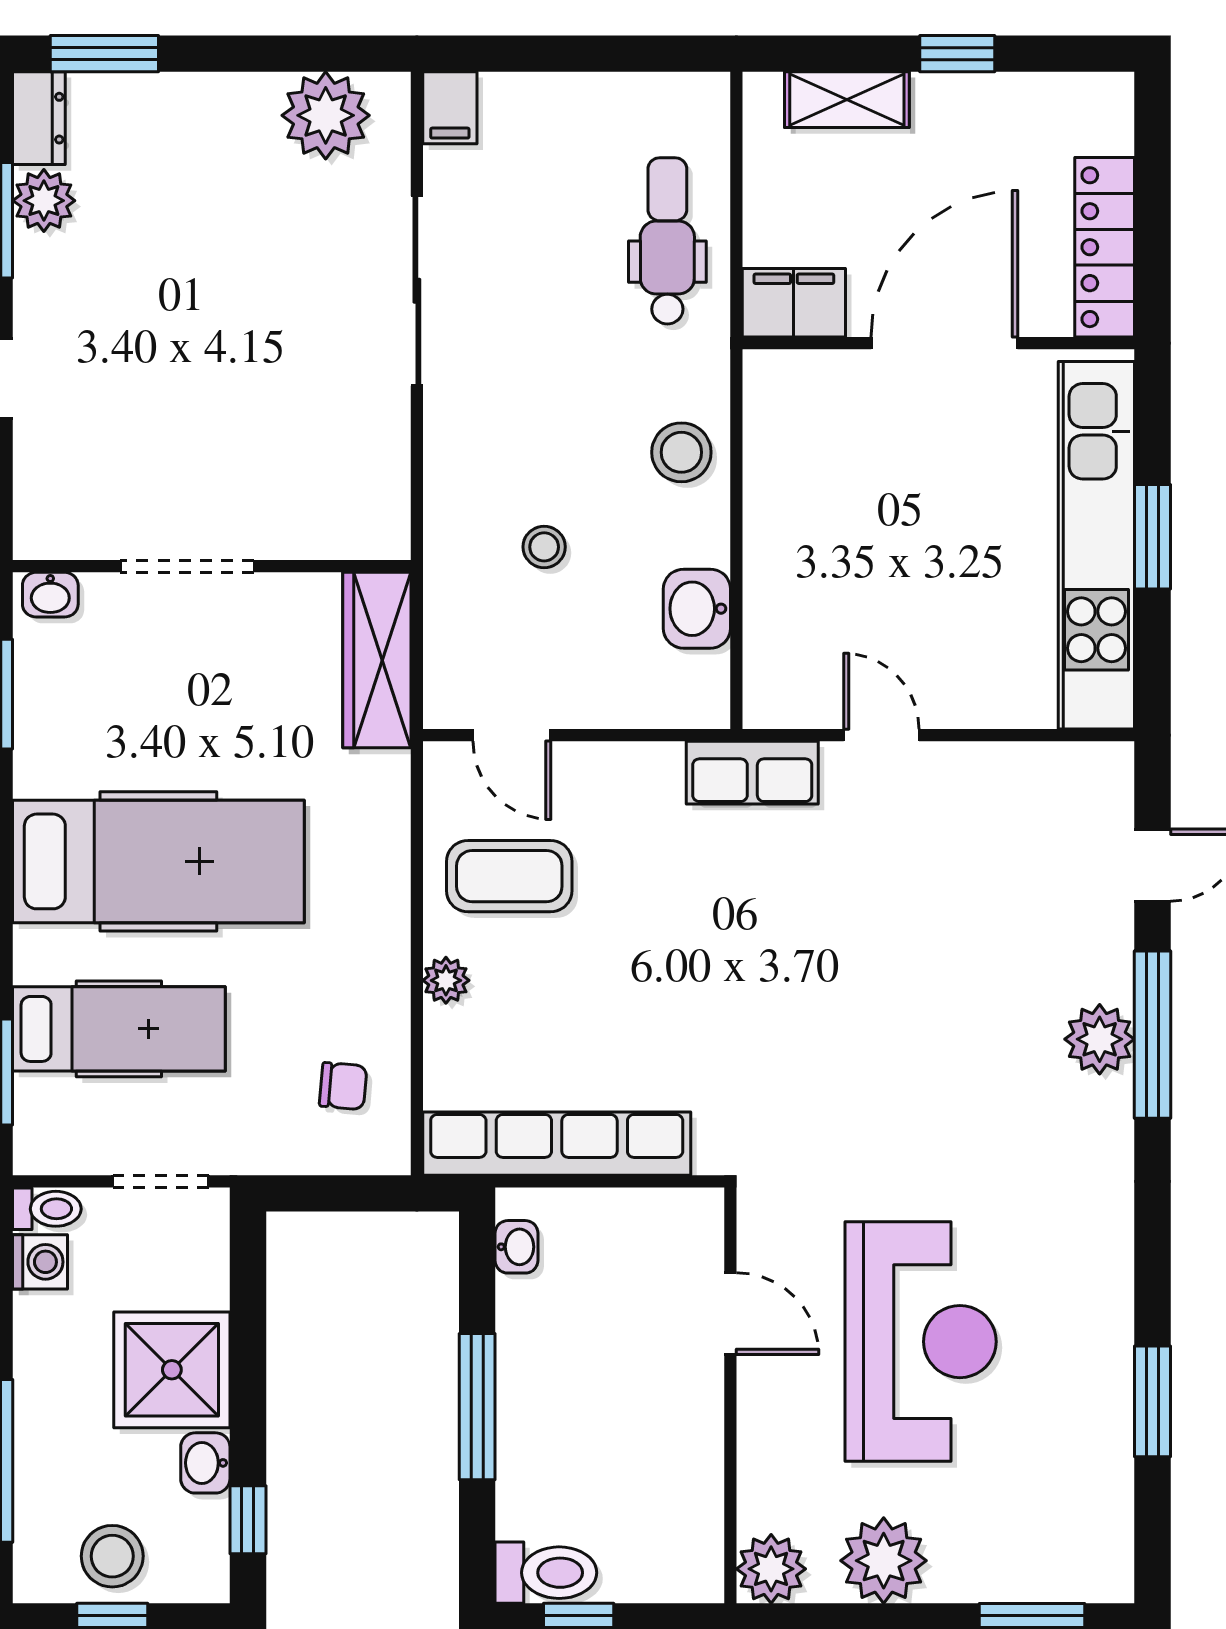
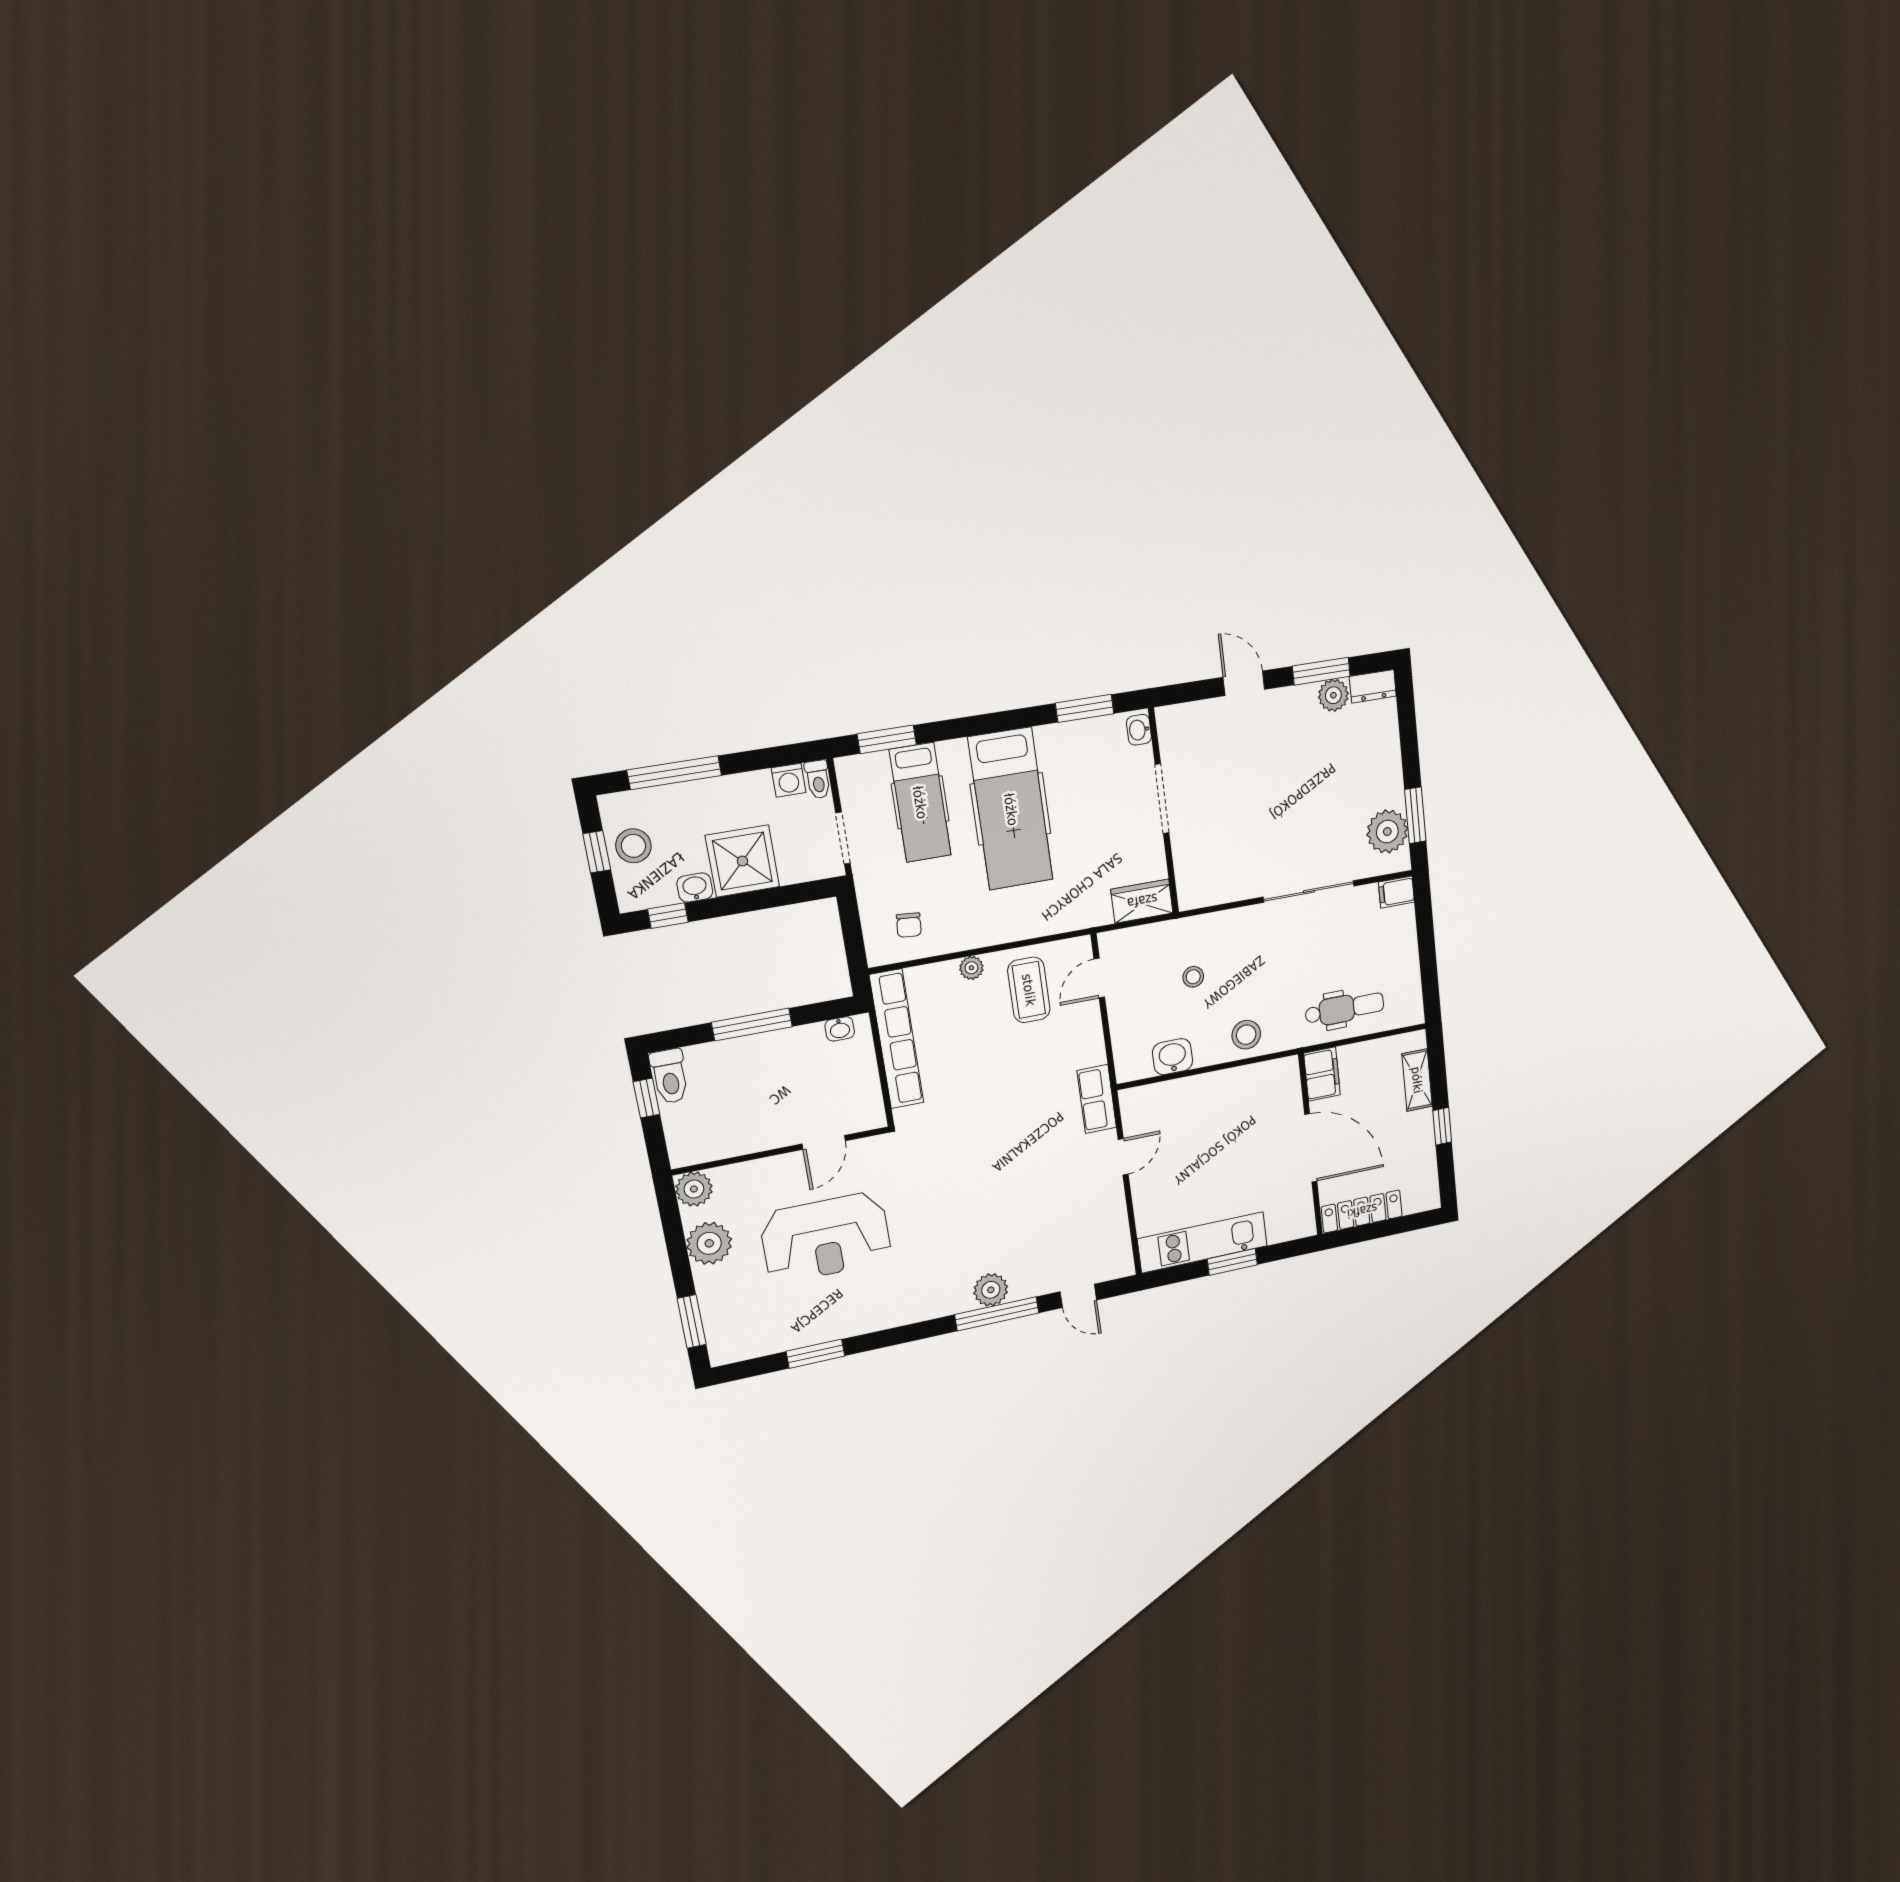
window: (104, 54) -> (1415, 815), moved
kitchen unit: (1096, 545) -> (1203, 1242), width x0.73
wardrobe: (377, 660) -> (1142, 901), width x0.67

